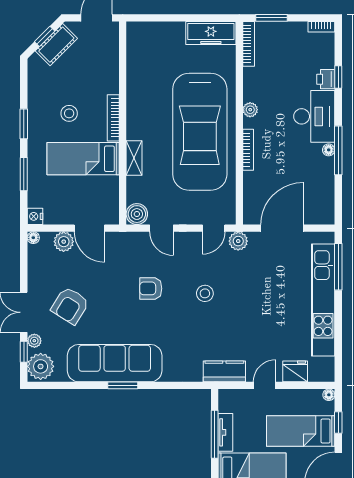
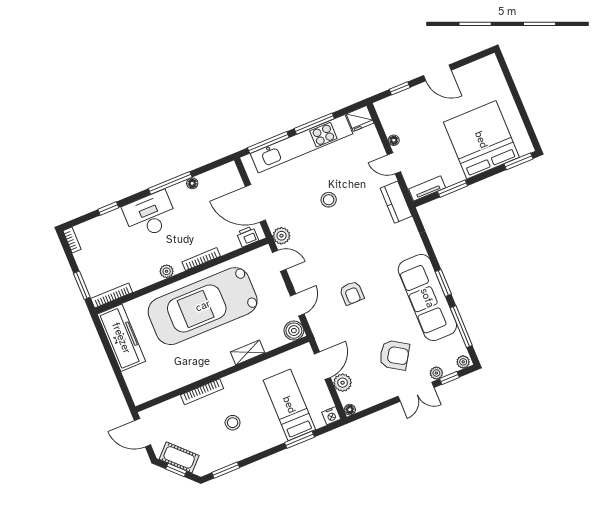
freezer: (211, 33) -> (121, 338), width x1.36, depth x1.26
printer: (326, 79) -> (247, 236), moved, turned 180
bookcase: (113, 118) -> (202, 392), moved
window: (24, 124) -> (226, 470), moved
car: (200, 132) -> (203, 306), turned 180
floor lamp: (329, 150) -> (192, 183), moved
bed: (83, 159) -> (289, 405), moved, turned 180
stool: (205, 293) -> (329, 200), moved
window: (338, 321) -> (314, 124), added
plant: (41, 366) -> (463, 362), width x0.53, depth x0.53
fridge: (295, 371) -> (360, 119), moved, turned -90
window: (71, 385) -> (461, 327), added
floor lamp: (329, 395) -> (394, 140), moved
bed: (301, 431) -> (420, 117), removed
tv unit: (225, 432) -> (427, 188), moved
window: (215, 434) -> (452, 189), width x0.69

